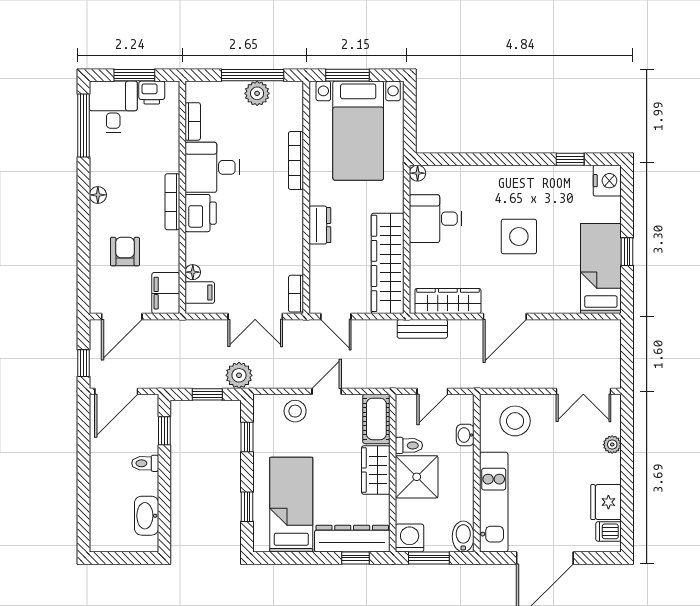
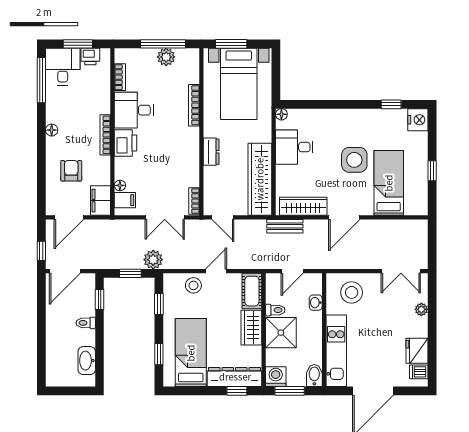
bed: (601, 269) -> (389, 183), moved

